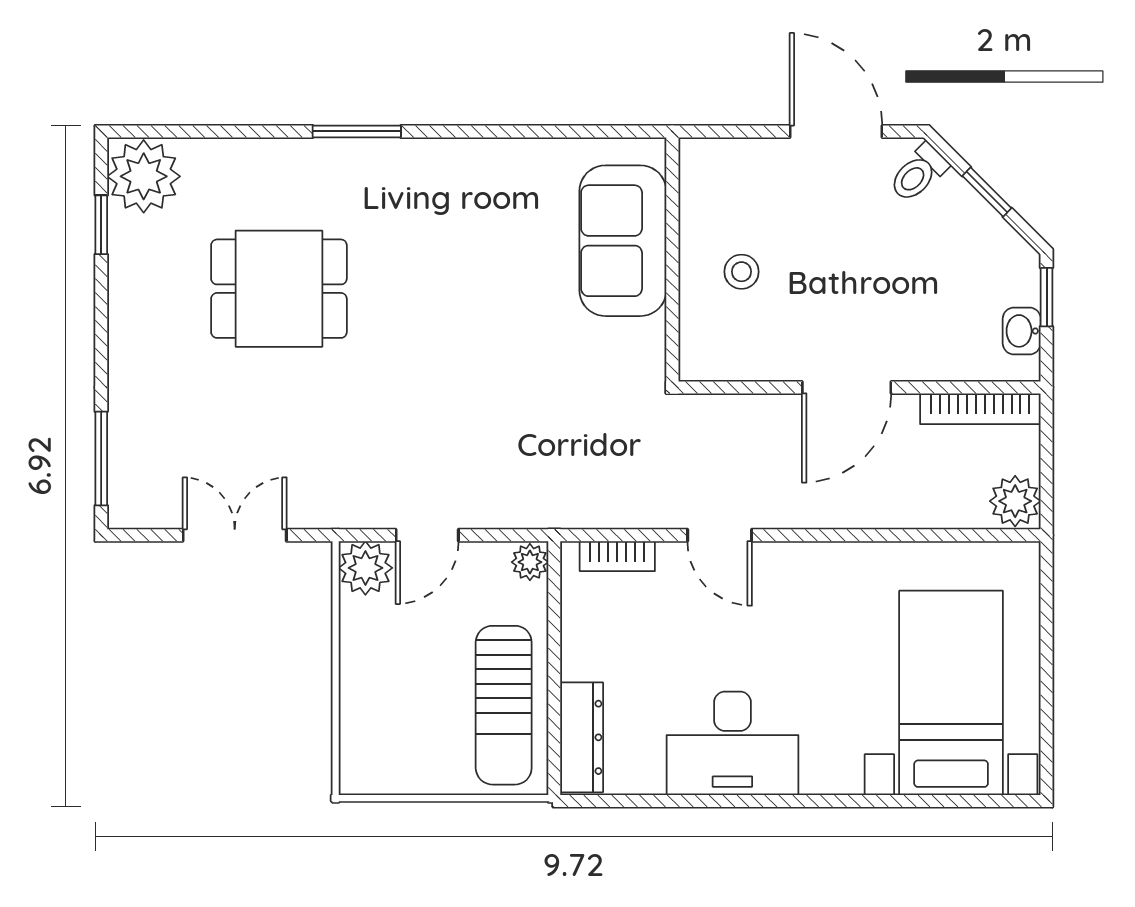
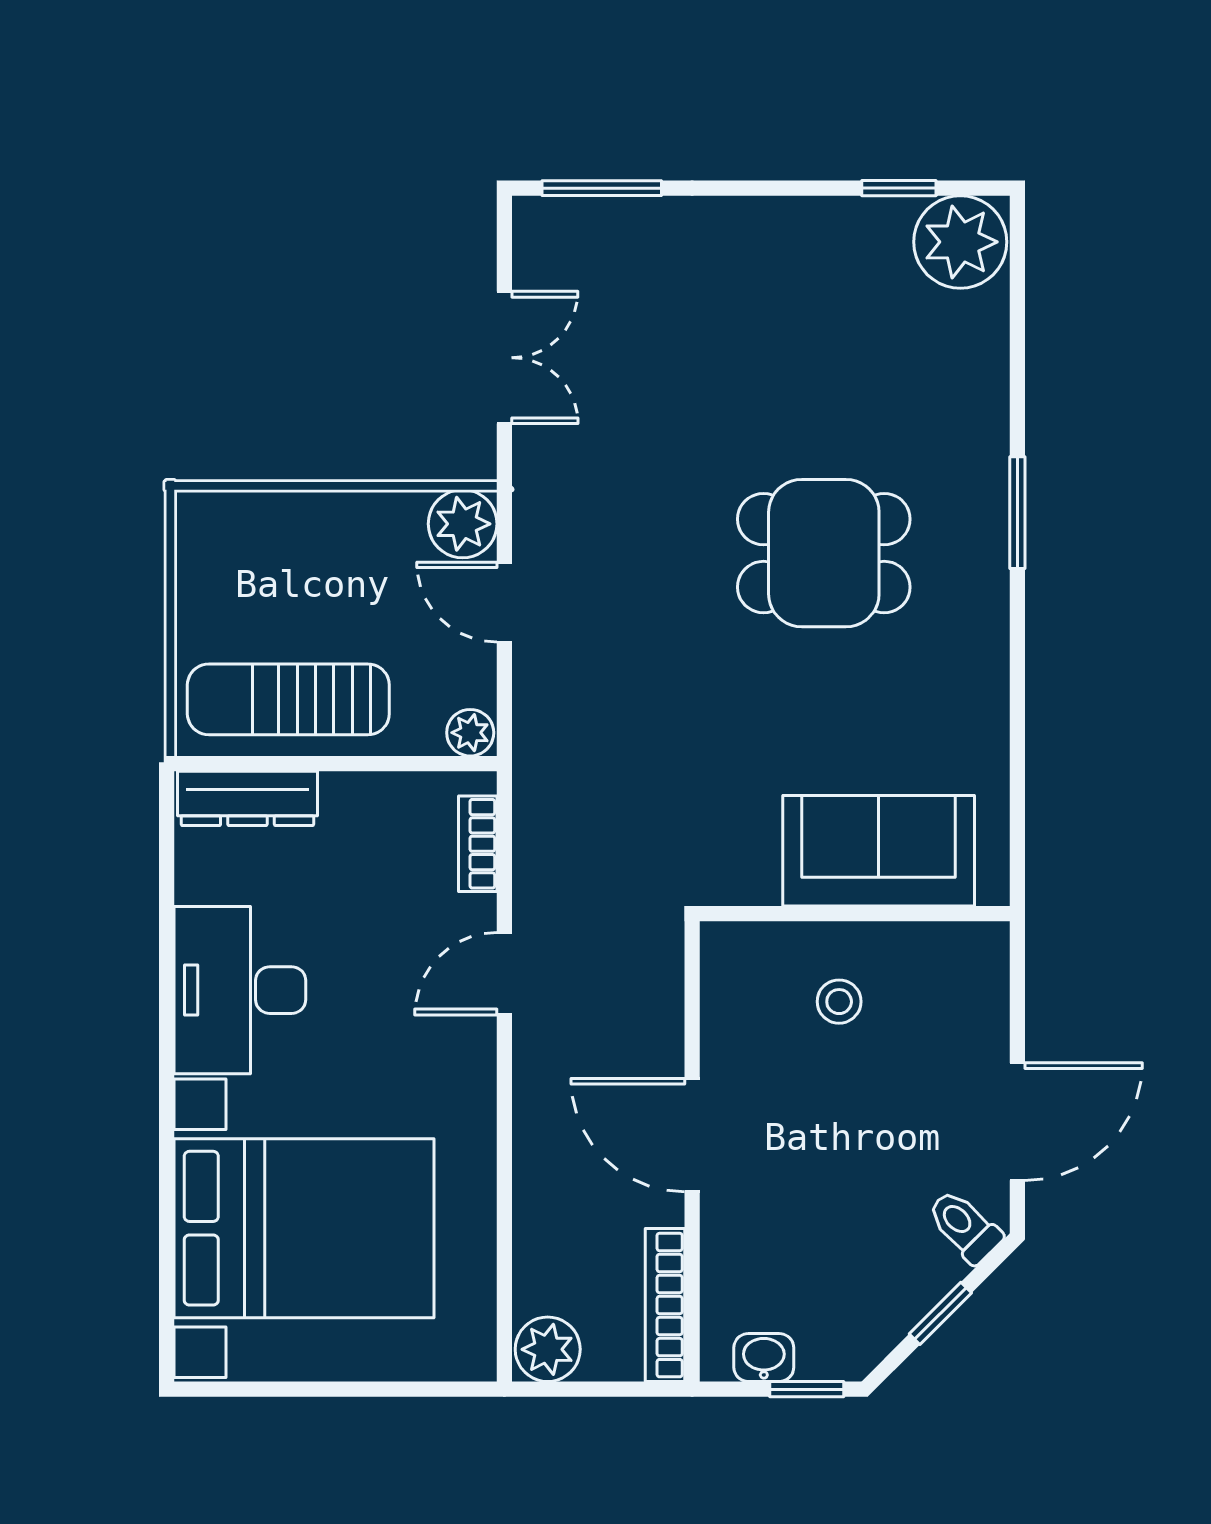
dining table: (279, 289) -> (824, 553), moved, turned 90
bed with nightstands: (951, 693) -> (304, 1228), width x1.36

